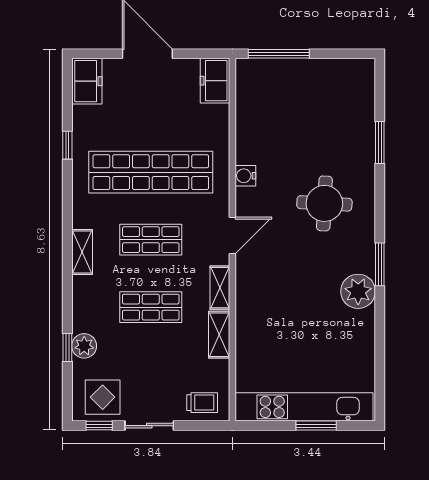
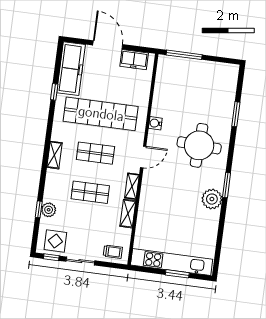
freezer: (87, 81) -> (71, 69), width x1.91, depth x1.26
freezer: (215, 81) -> (134, 60), moved, turned -90
round table: (324, 203) -> (199, 145), width x1.36, depth x1.36

